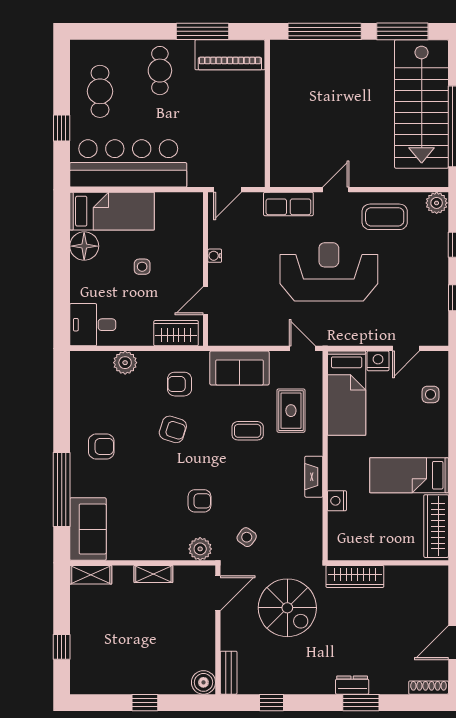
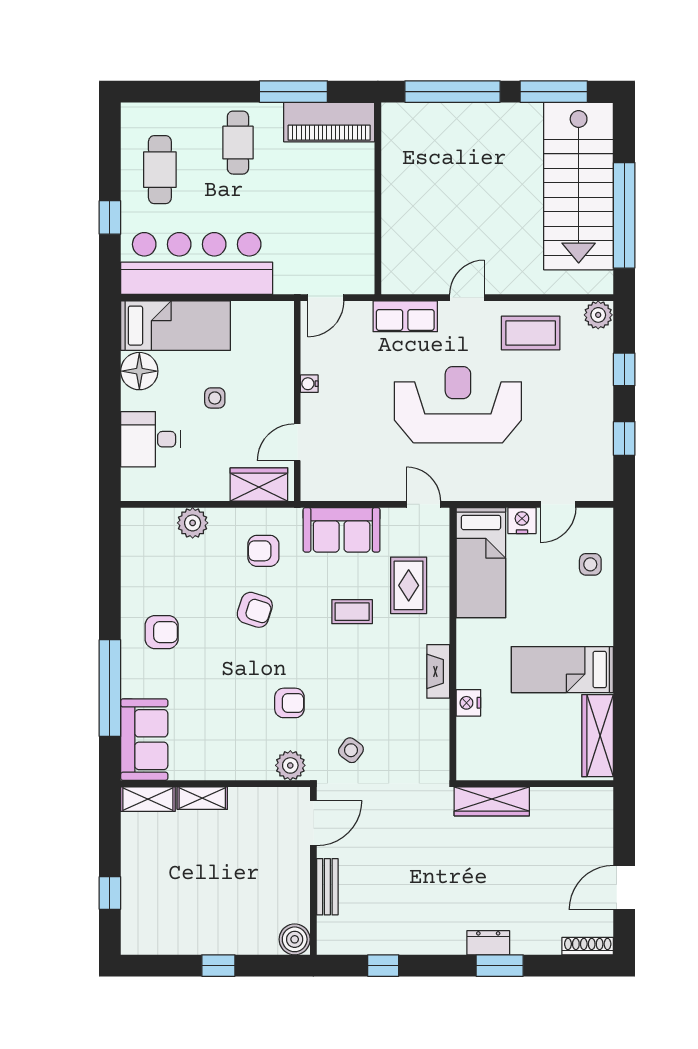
desk: (93, 325) -> (150, 439), moved
shelving: (153, 574) -> (202, 798), moved
spiral stairs: (287, 608) -> (404, 842), removed
bench: (229, 673) -> (327, 887), moved

